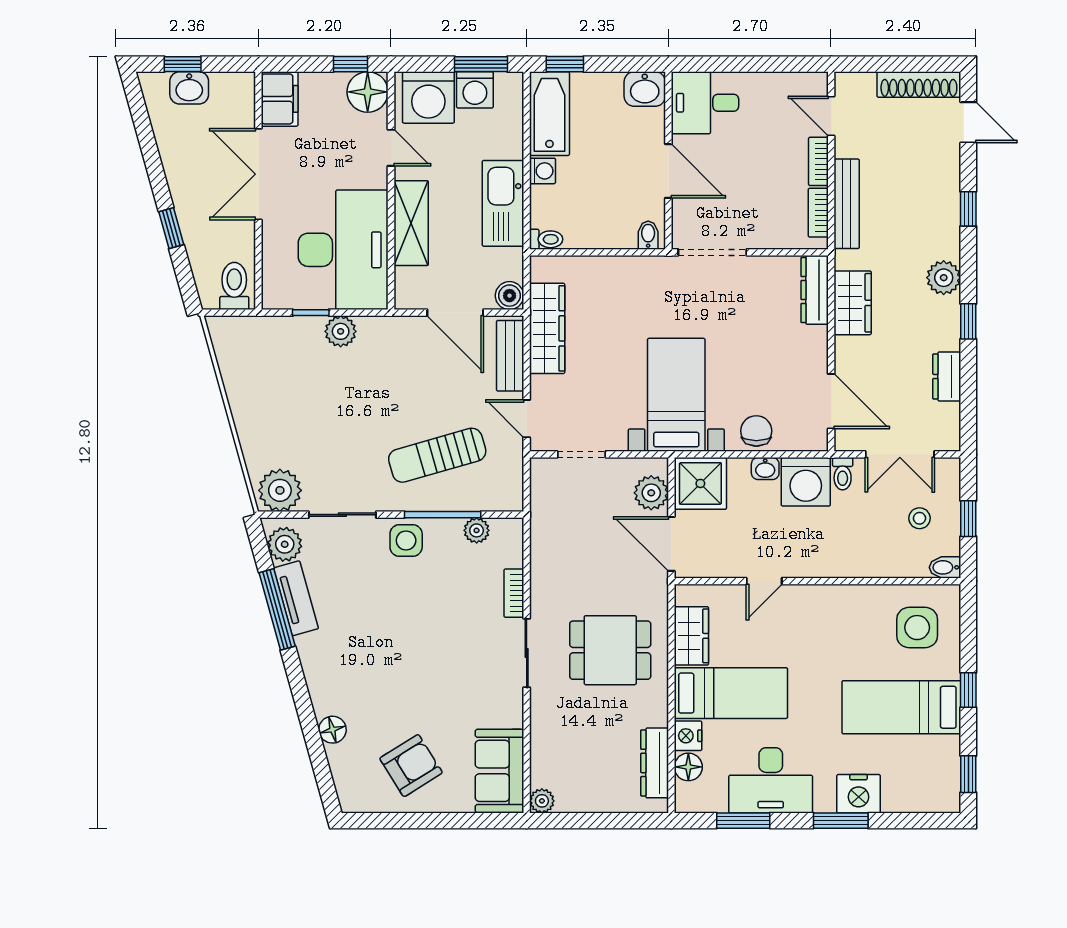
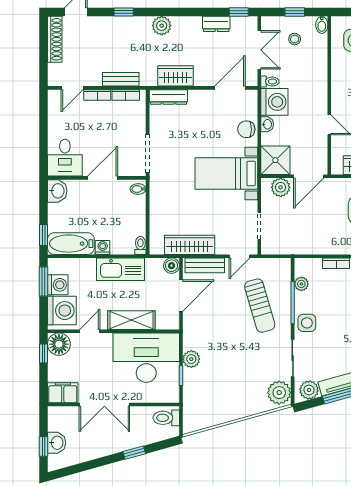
bench: (847, 204) -> (121, 79), width x0.73
window: (968, 321) -> (239, 12), moved

